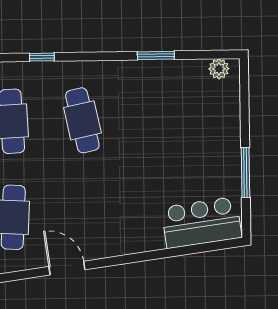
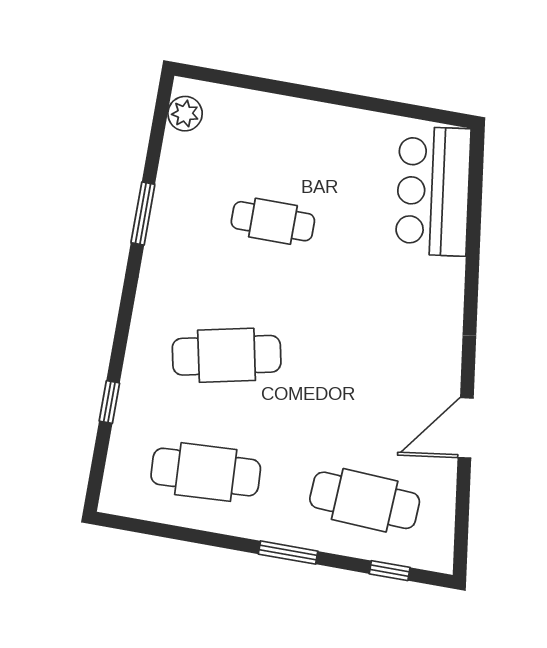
cafe table: (166, 132) -> (273, 221), added
window: (245, 172) -> (364, 103), removed

